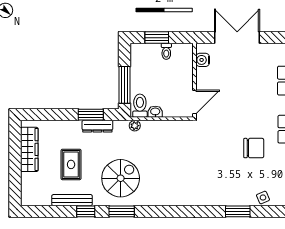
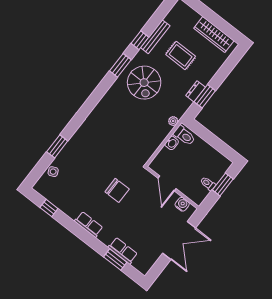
window: (124, 85) -> (207, 136), removed
door: (195, 102) -> (167, 183), moved
dresser: (97, 126) -> (196, 91), width x0.70
chair: (254, 148) -> (117, 190), moved, turned -90

